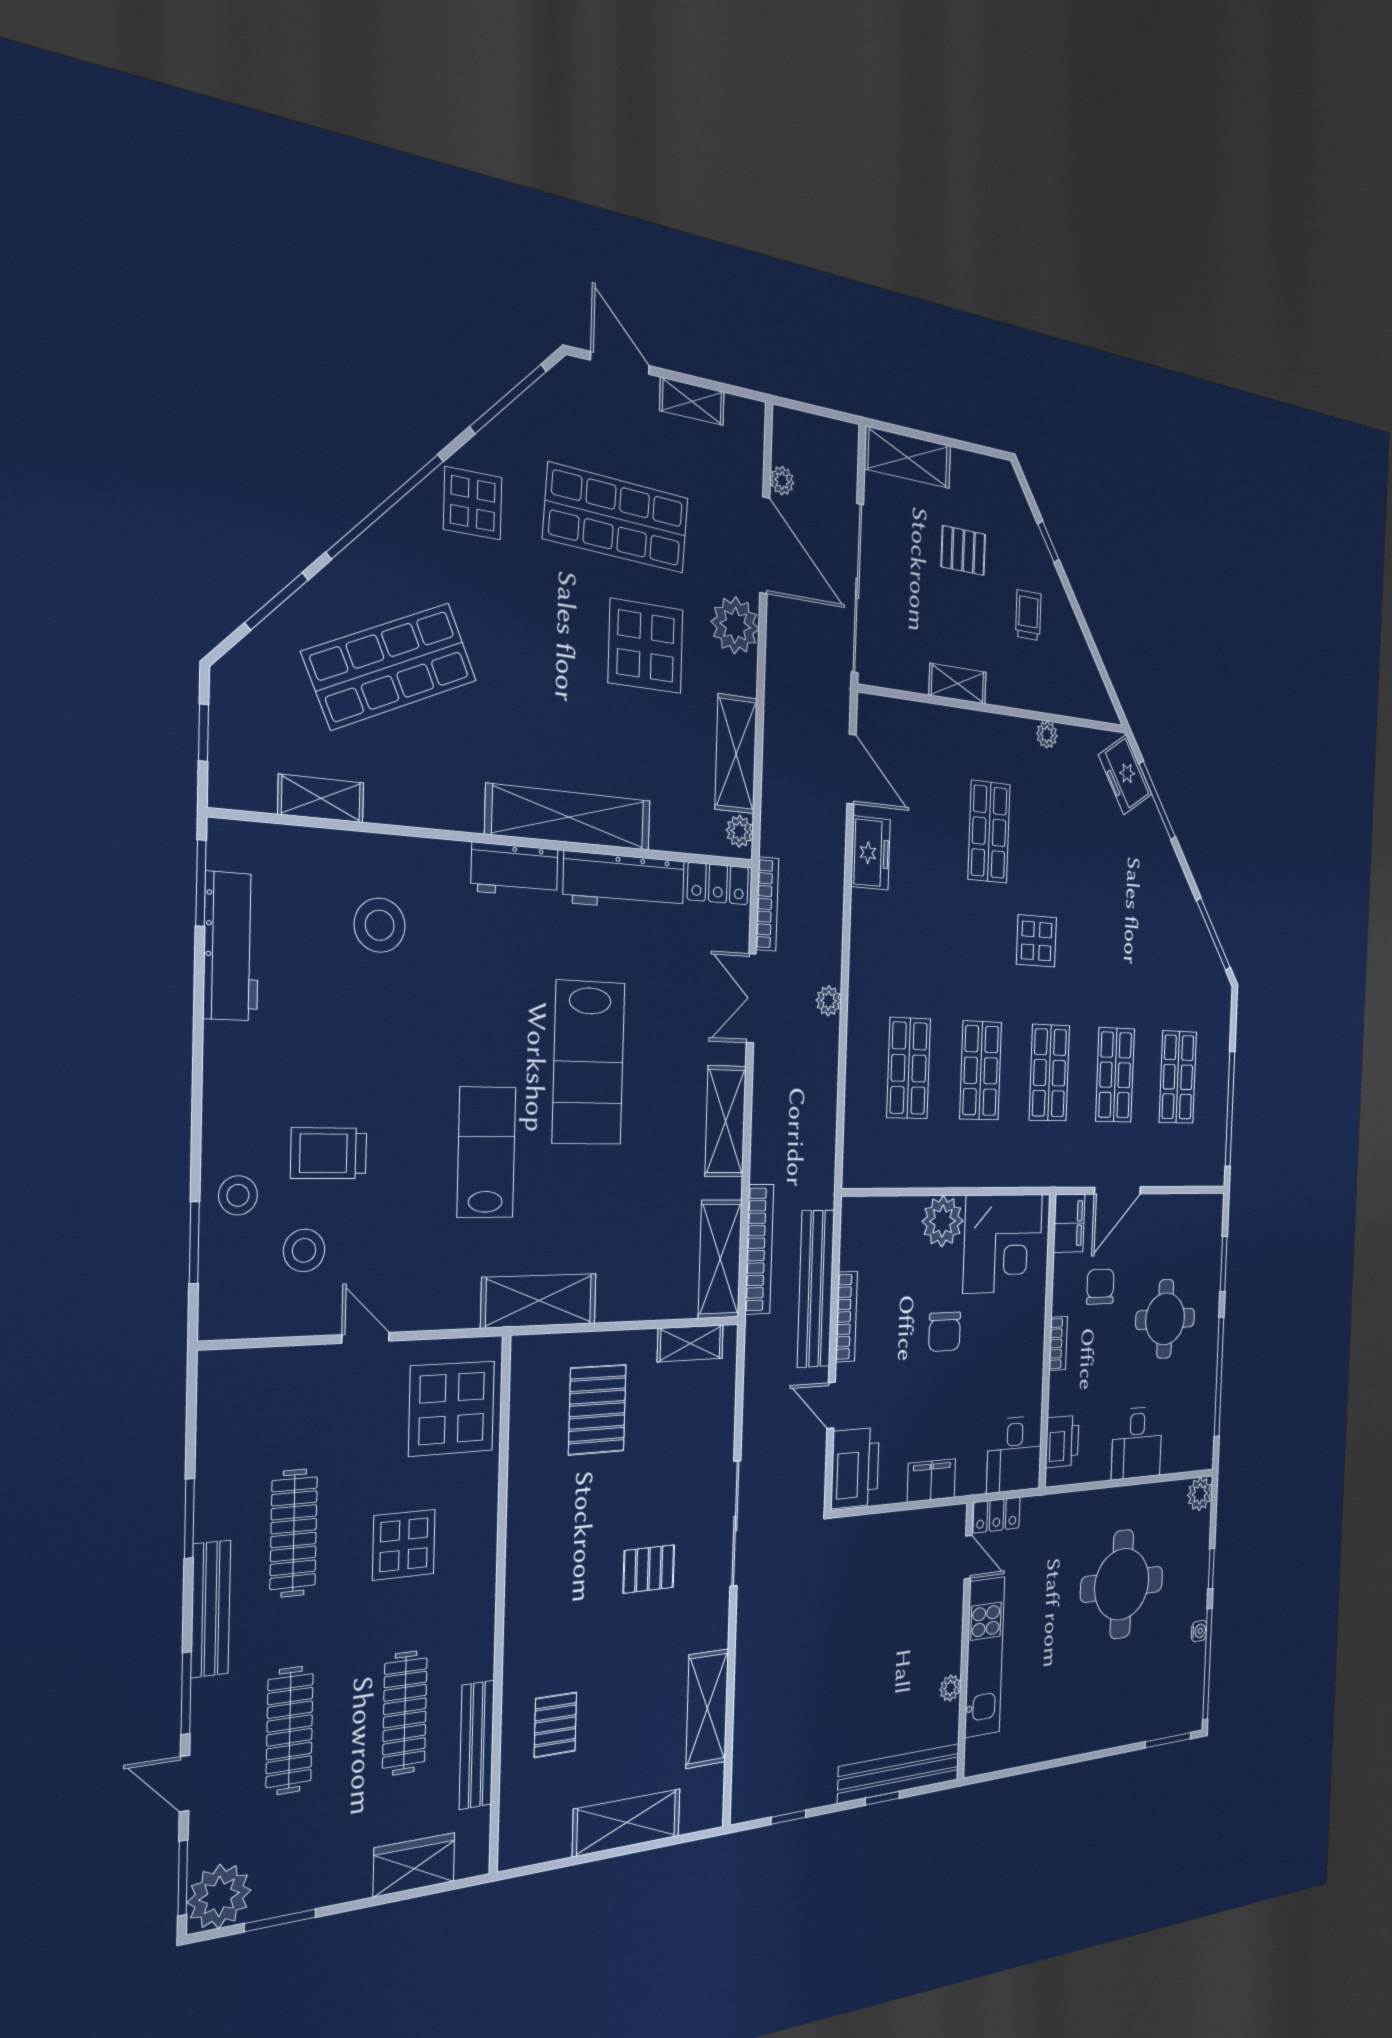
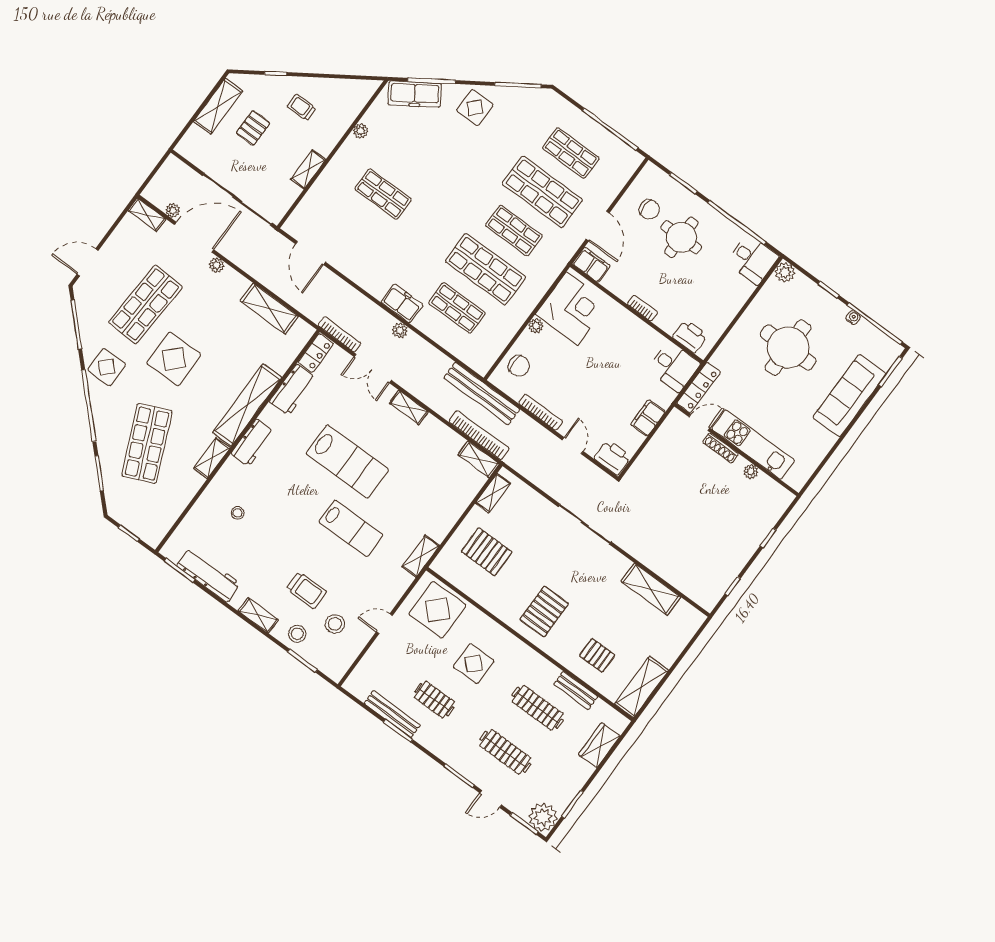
shelving: (692, 401) -> (147, 215), moved, turned 90
shelving: (908, 457) -> (218, 106), moved
plant: (735, 625) -> (216, 265), width x0.53, depth x0.53
display table: (646, 646) -> (174, 359), moved
door: (852, 769) -> (310, 253), swing flipped
freezer: (1125, 775) -> (415, 94), width x1.40
shelving: (321, 798) -> (212, 458), moved
plant: (740, 831) -> (301, 328), removed
freezer: (871, 853) -> (402, 303), moved
workbench: (624, 882) -> (293, 390), width x0.73
stool: (380, 925) -> (238, 513), width x0.53, depth x0.53
display table: (1036, 941) -> (475, 108), moved
shop shelf: (981, 1071) -> (485, 269), width x1.43, depth x1.36
shop shelf: (1115, 1075) -> (542, 192), width x1.43, depth x1.36
shelving: (221, 1096) -> (258, 615), added
shelving: (726, 1121) -> (409, 407), width x0.67, depth x0.75
lab bench: (486, 1152) -> (351, 528), turned 180
trolley: (329, 1153) -> (307, 590), turned -90
plant: (943, 1221) -> (536, 326), width x0.53, depth x0.53
shelving: (720, 1259) -> (479, 459), width x0.67, depth x0.75
chair: (1100, 1287) -> (649, 209), moved, turned 180
bench: (816, 1289) -> (482, 394), moved
shelving: (539, 1301) -> (421, 556), width x0.67, depth x0.75
chair: (945, 1332) -> (519, 366), moved
door: (831, 1405) -> (573, 446), swing flipped
desk: (1137, 1443) -> (753, 259), moved
printer: (855, 1468) -> (613, 457), width x0.73, depth x0.84
locker: (997, 1515) -> (699, 388), width x1.53
clothes rail: (294, 1533) -> (434, 700), width x0.73
pallet: (649, 1569) -> (544, 612), moved, width x1.50, depth x1.42
bench: (211, 1609) -> (392, 714), moved
shoe rack: (954, 1618) -> (720, 448), added
sofa: (1113, 1719) -> (849, 396), added
bench: (477, 1745) -> (576, 690), width x0.73
bench: (899, 1773) -> (765, 522), removed
shelving: (627, 1823) -> (642, 687), moved

